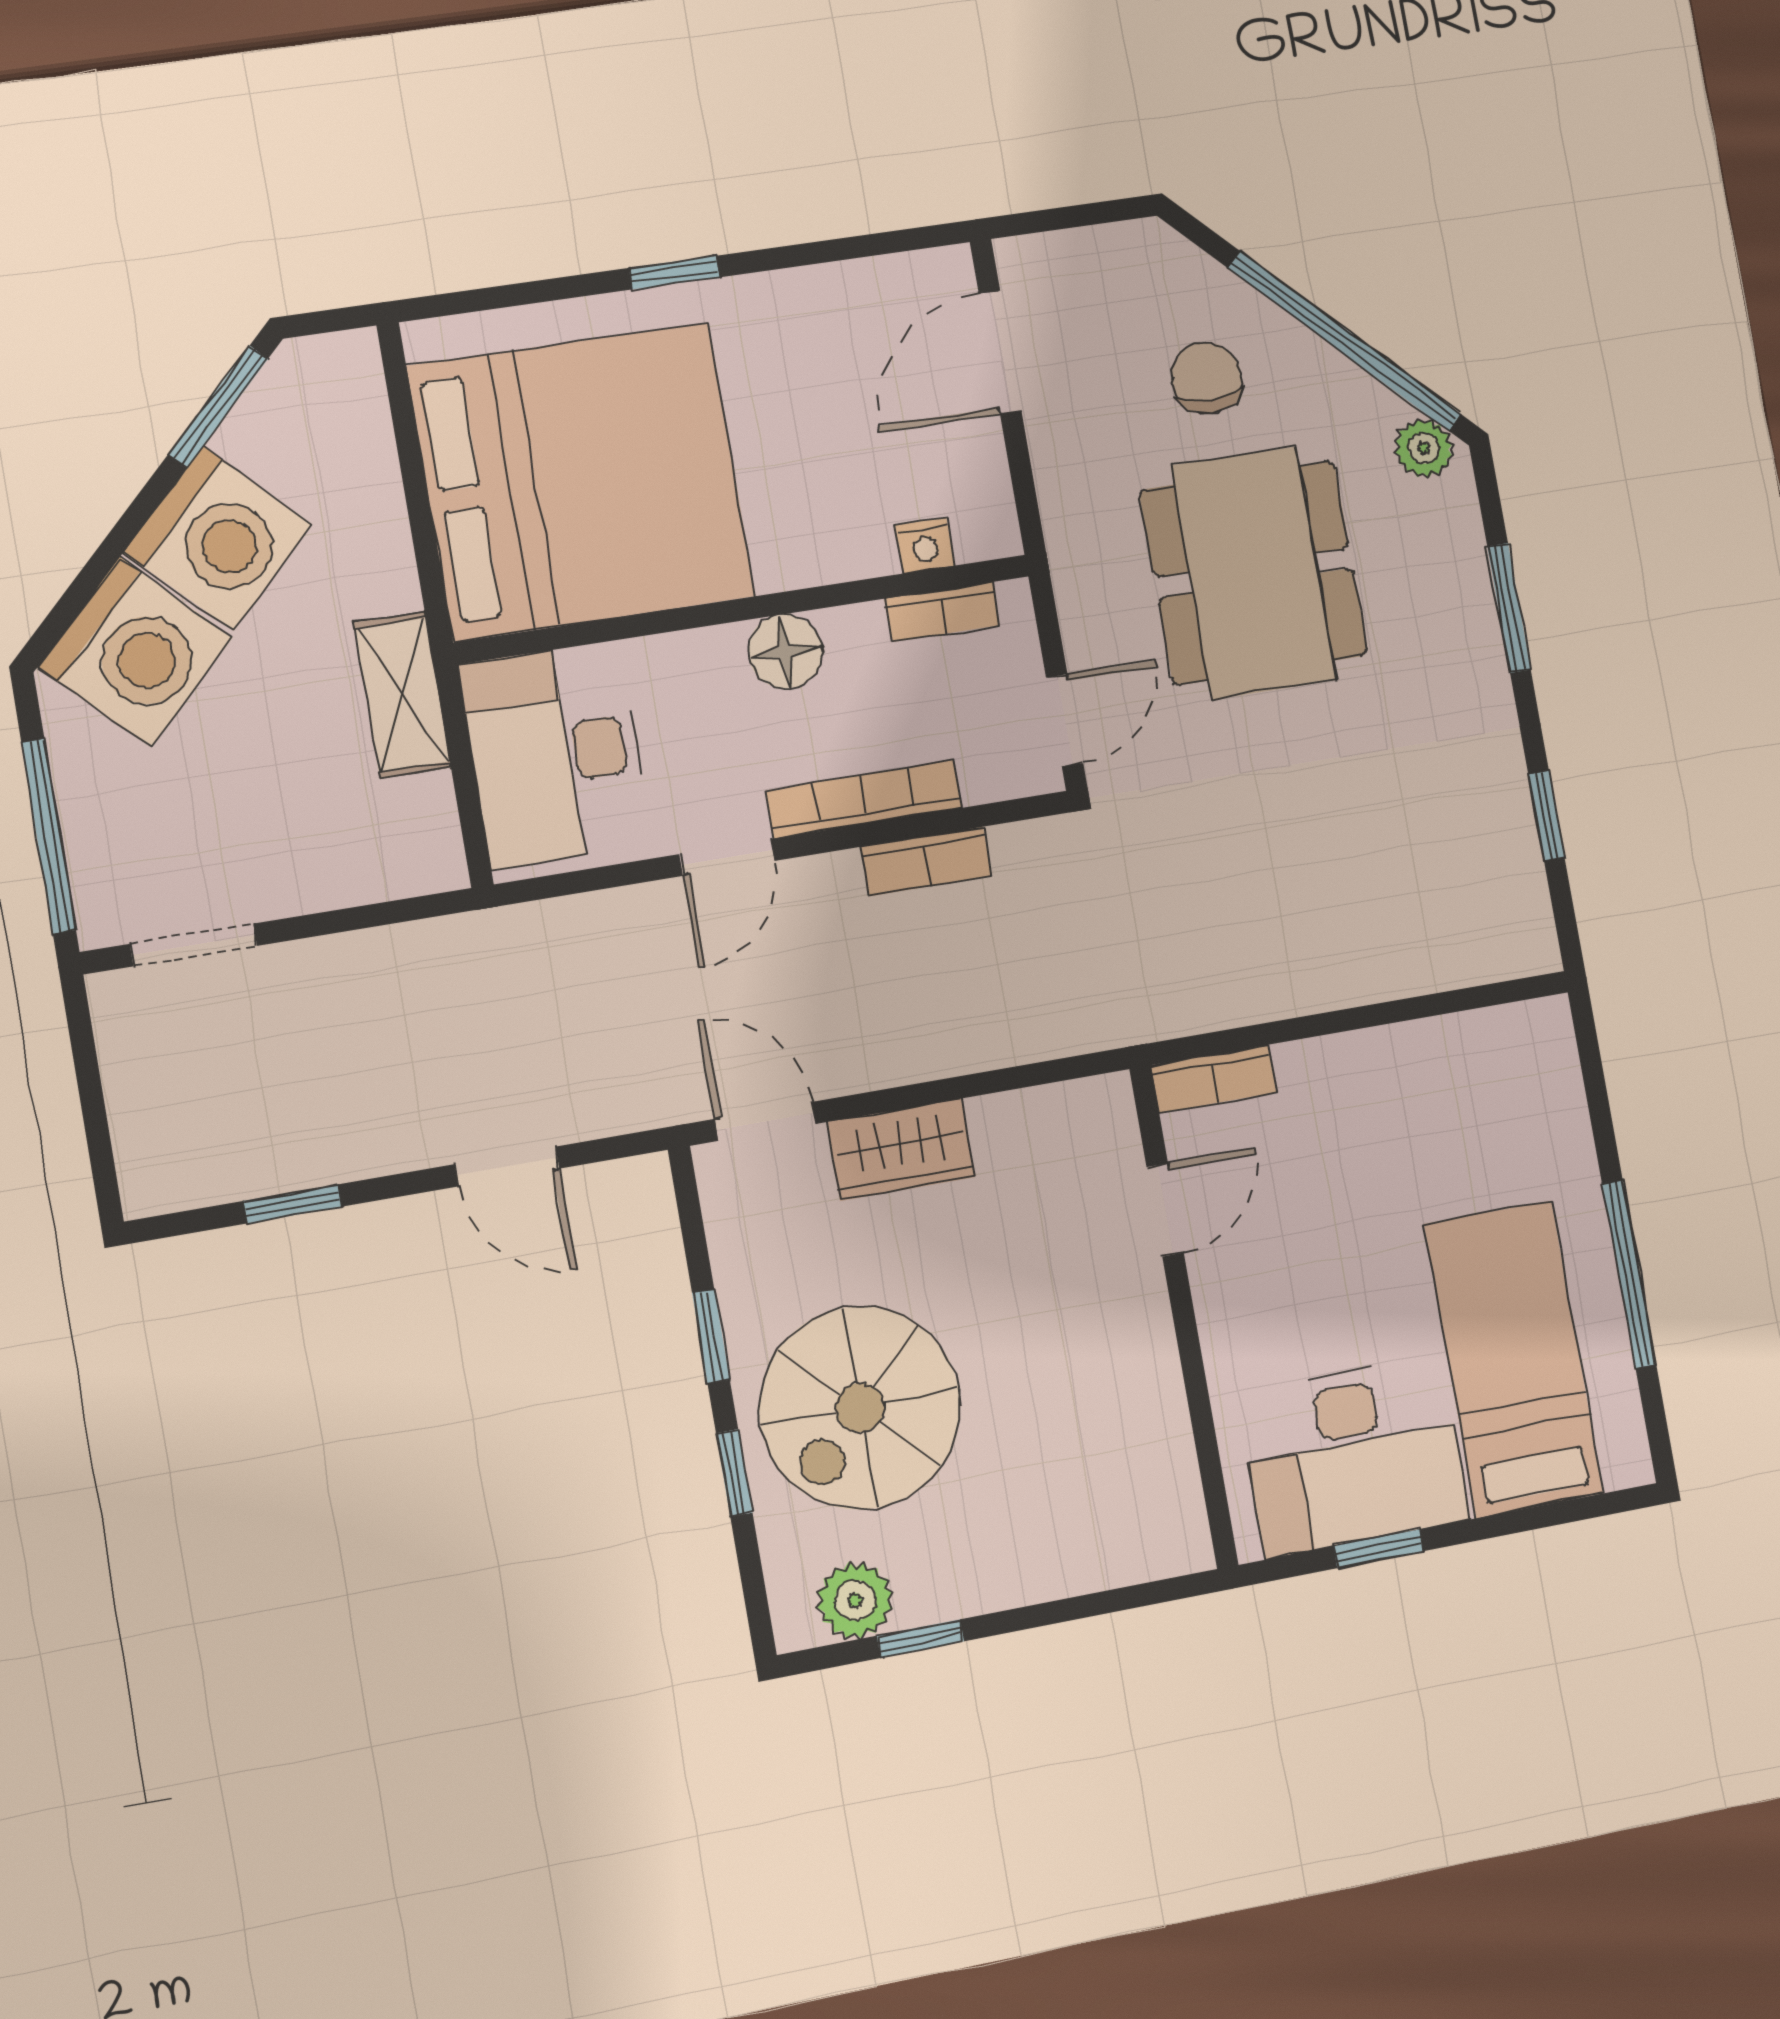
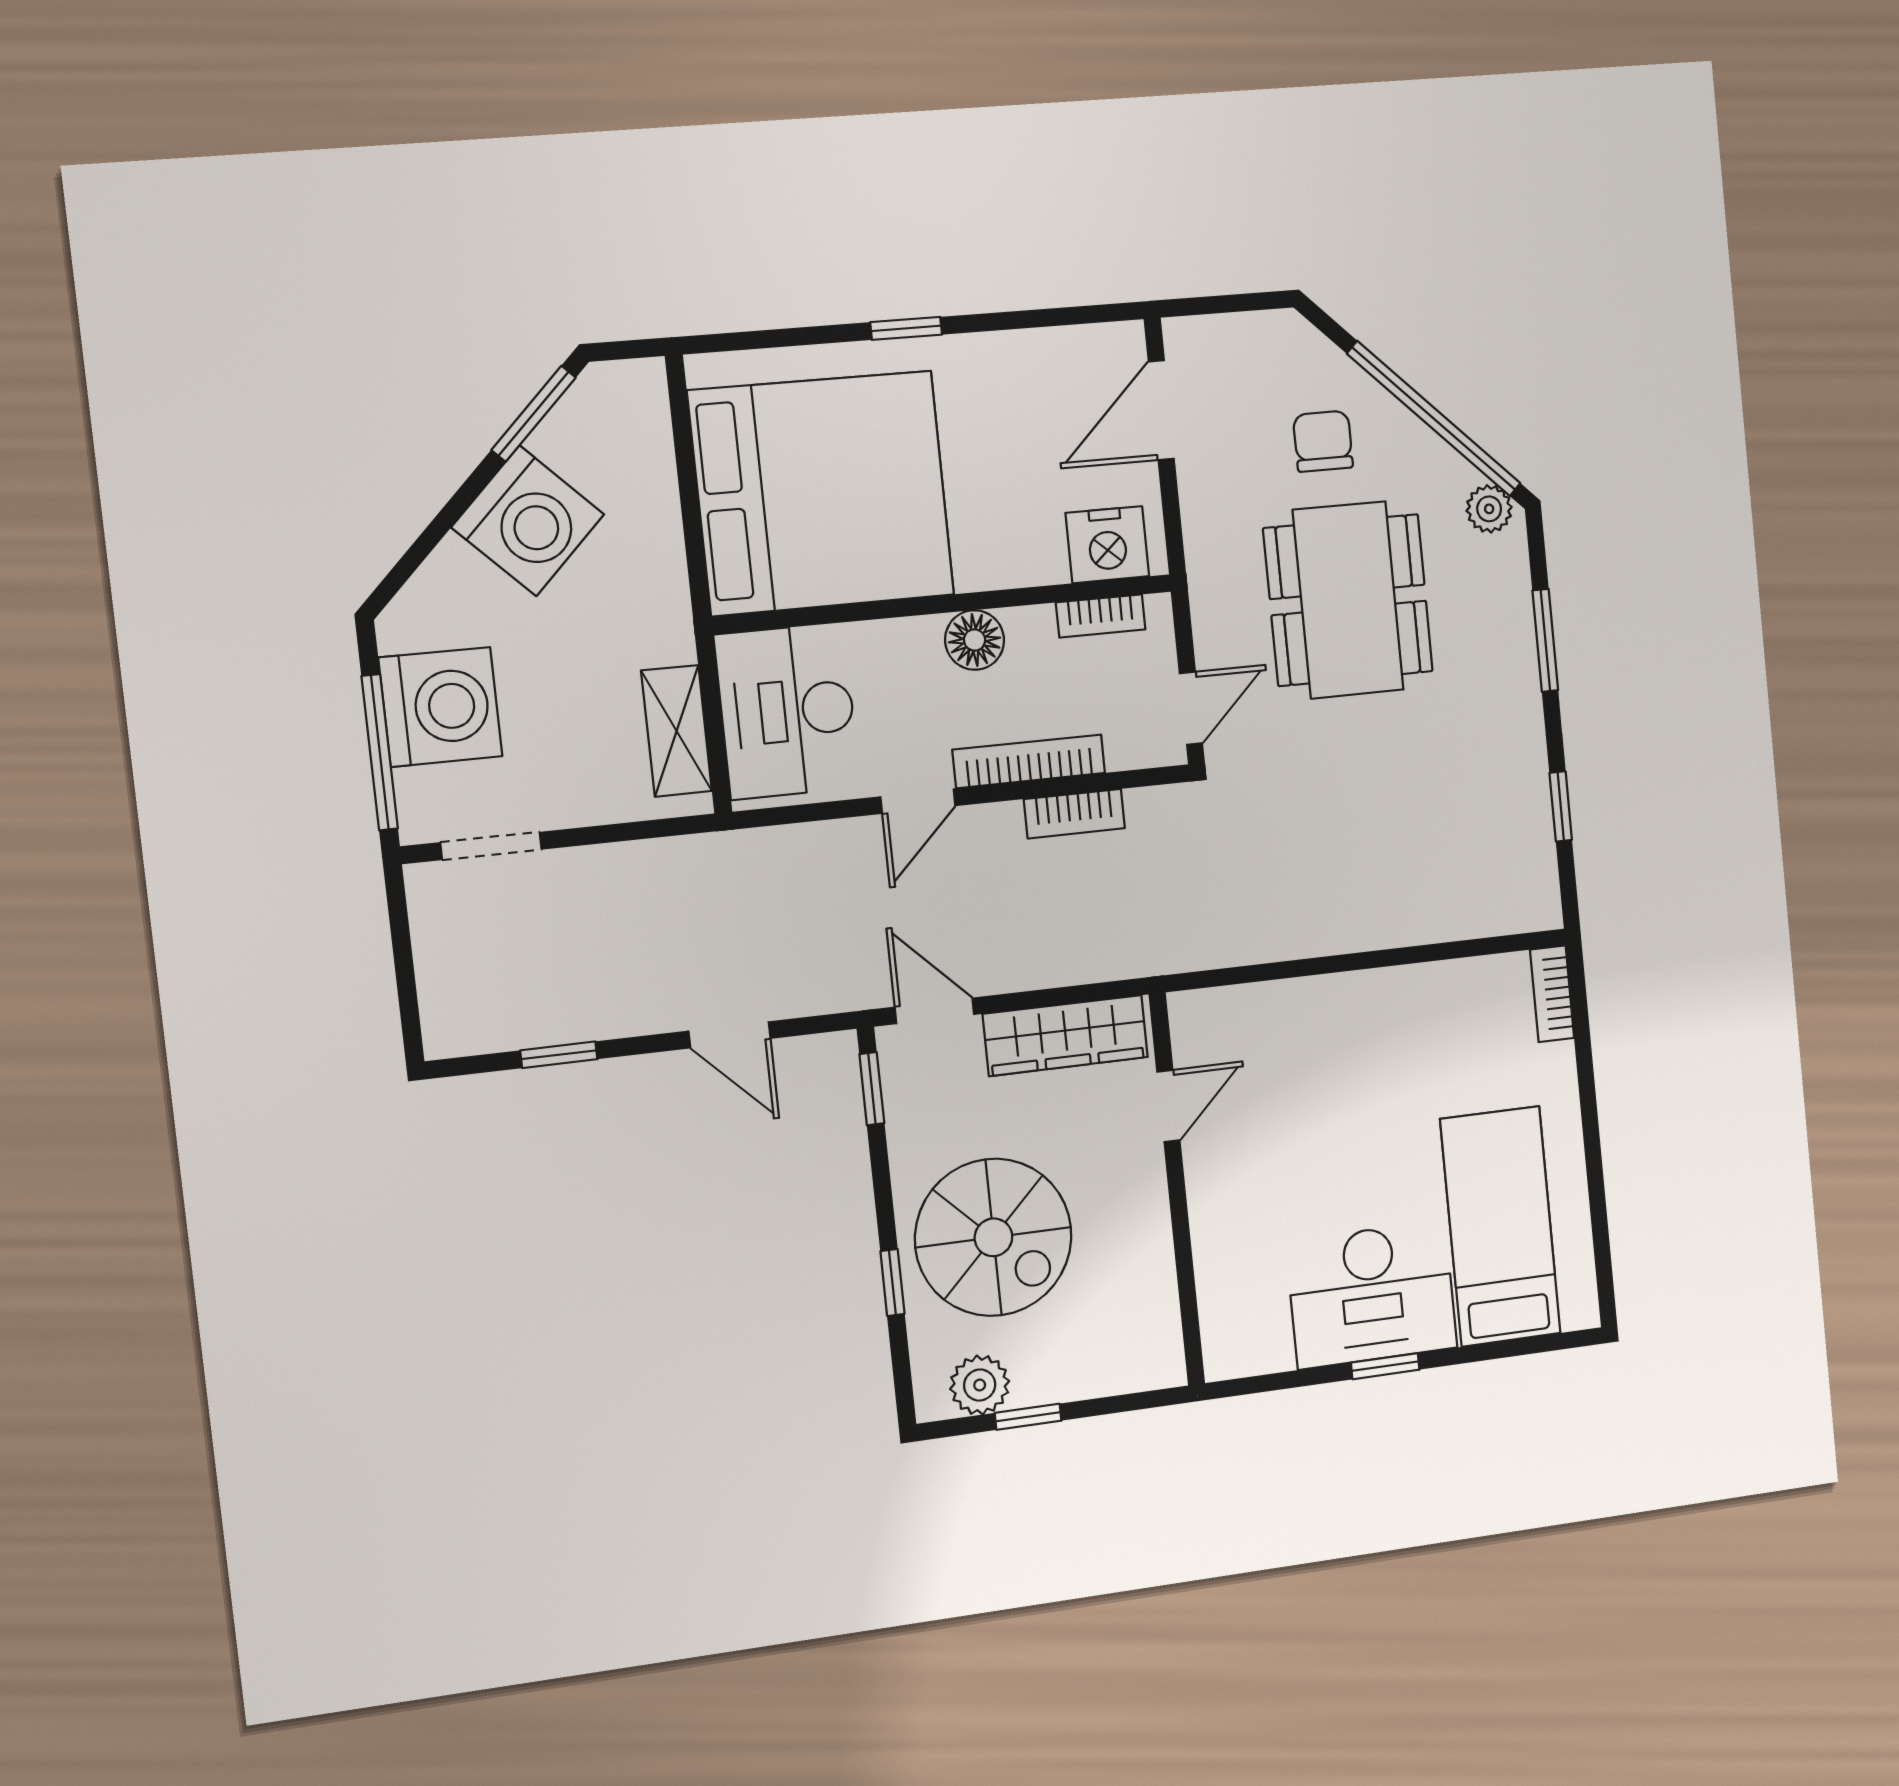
nightstand: (925, 545) -> (1107, 545), width x1.89, depth x1.79
washing machine: (135, 652) -> (441, 707), moved, turned -45
shelving: (402, 695) -> (677, 731), moved
bookcase: (1213, 1079) -> (1552, 994), moved, turned 90
wardrobe: (901, 1150) -> (1065, 1036), width x1.50
door: (1165, 1210) -> (1168, 1106), moved
window: (1629, 1274) -> (1594, 1166), removed
wall: (1184, 1316) -> (1177, 1190), moved
window: (711, 1336) -> (872, 1089), moved
spiral stairs: (860, 1408) -> (993, 1237), turned -90

